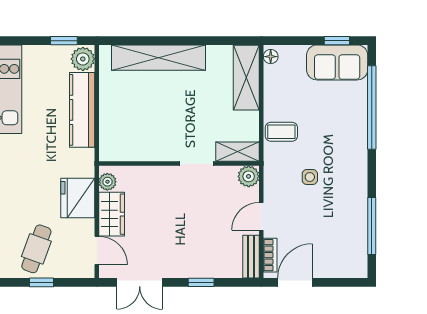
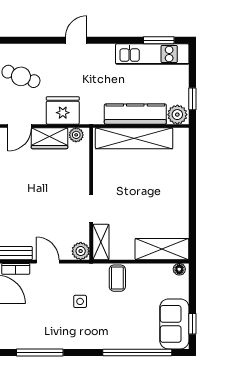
shelving: (158, 58) -> (134, 138), moved, turned 90

